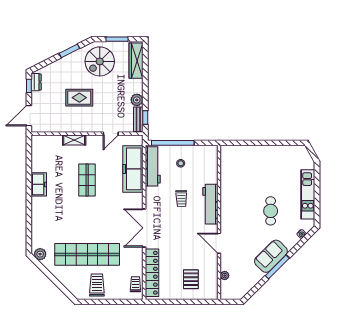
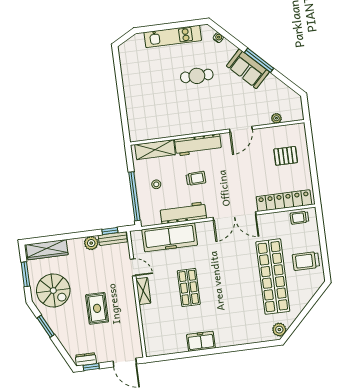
shelving: (74, 140) -> (143, 291), moved
workbench: (153, 166) -> (183, 213), moved
shelving: (211, 166) -> (155, 150), added
shop shelf: (87, 180) -> (189, 287), turned 90

